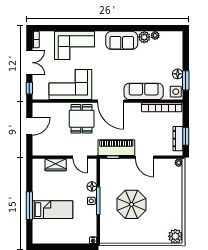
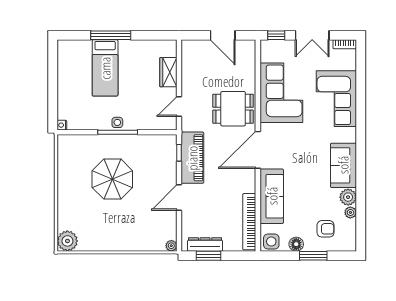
armchair: (167, 53) -> (326, 229), added
window: (186, 80) -> (313, 256), moved
floor lamp: (92, 186) -> (138, 123), removed

